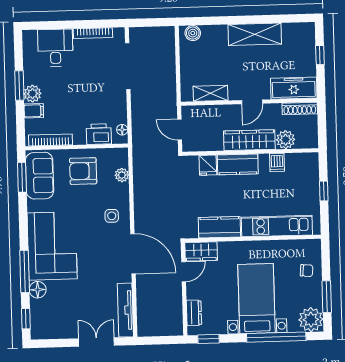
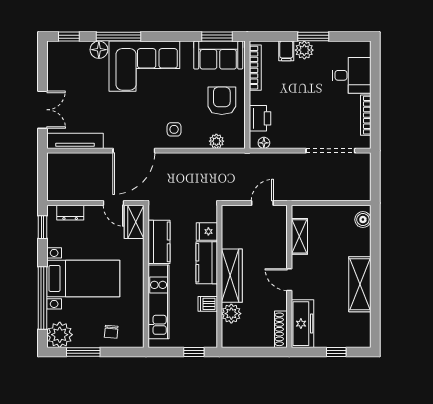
wardrobe: (249, 140) -> (232, 276), moved
plant: (286, 140) -> (231, 314), moved
wall: (250, 152) -> (219, 276), moved
dishwasher: (277, 162) -> (208, 304), moved
kitchen counter: (238, 164) -> (207, 263), moved
fridge: (208, 165) -> (207, 231), moved

